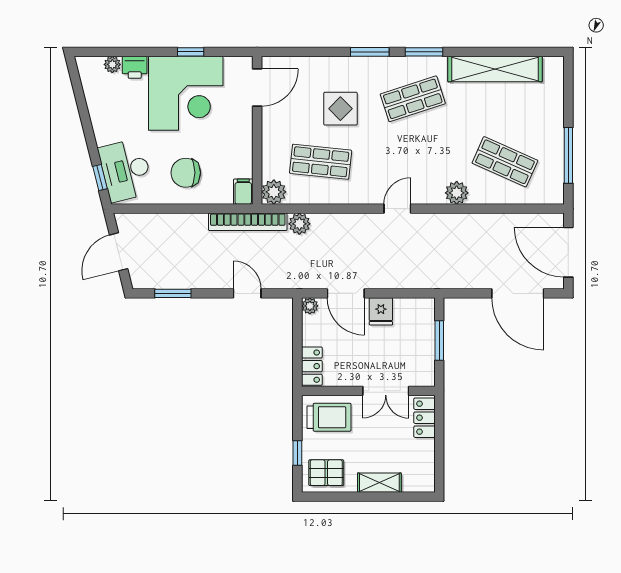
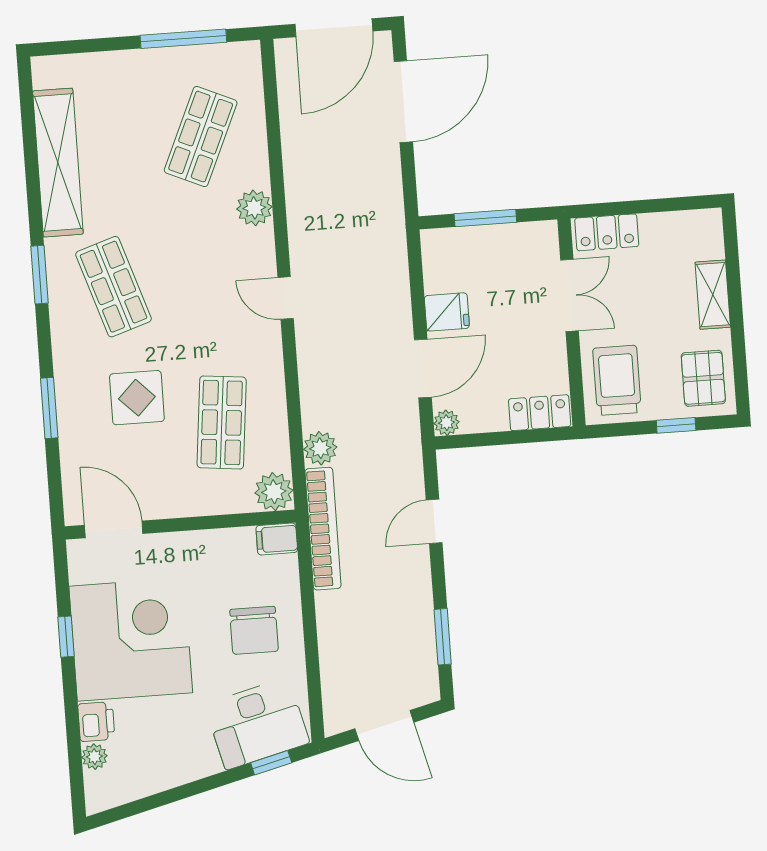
window: (370, 52) -> (49, 408), moved

